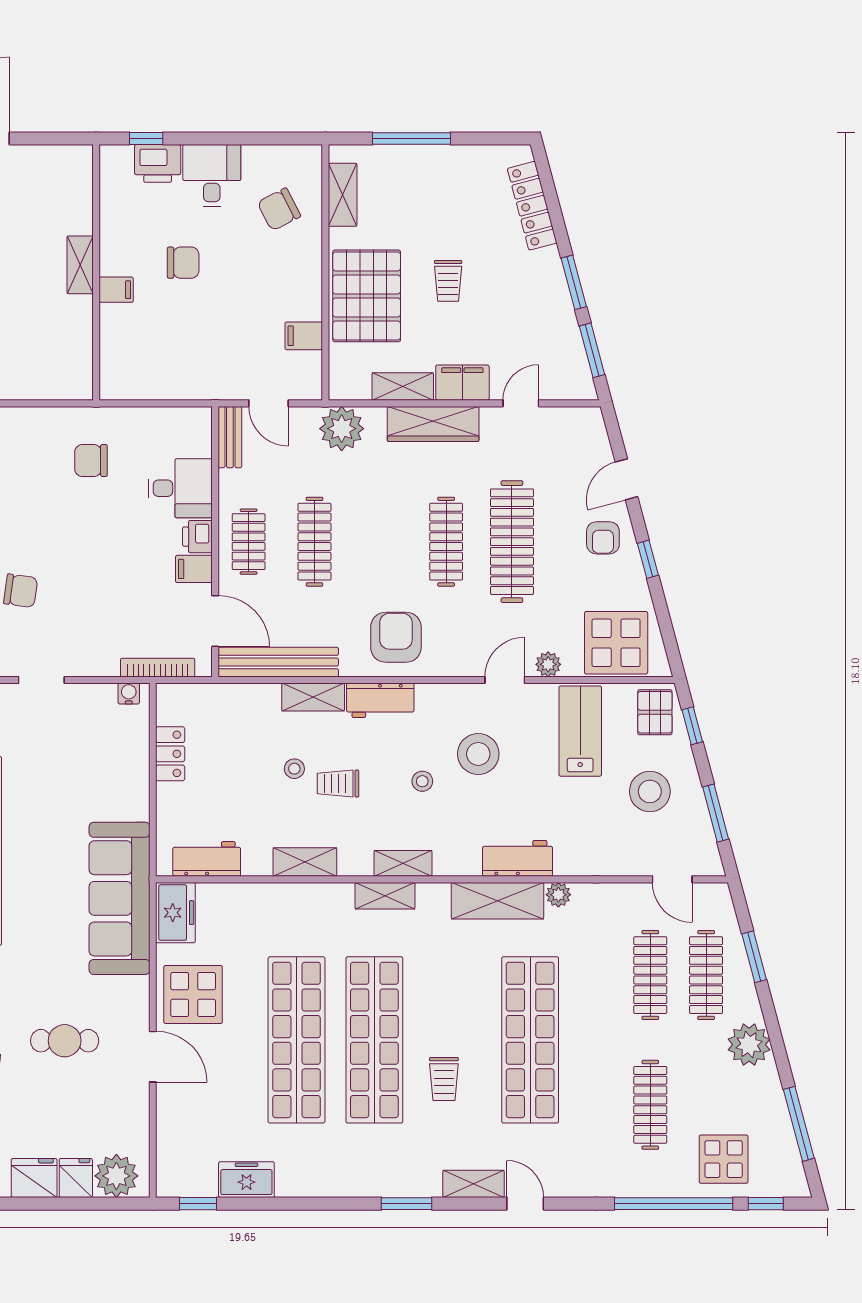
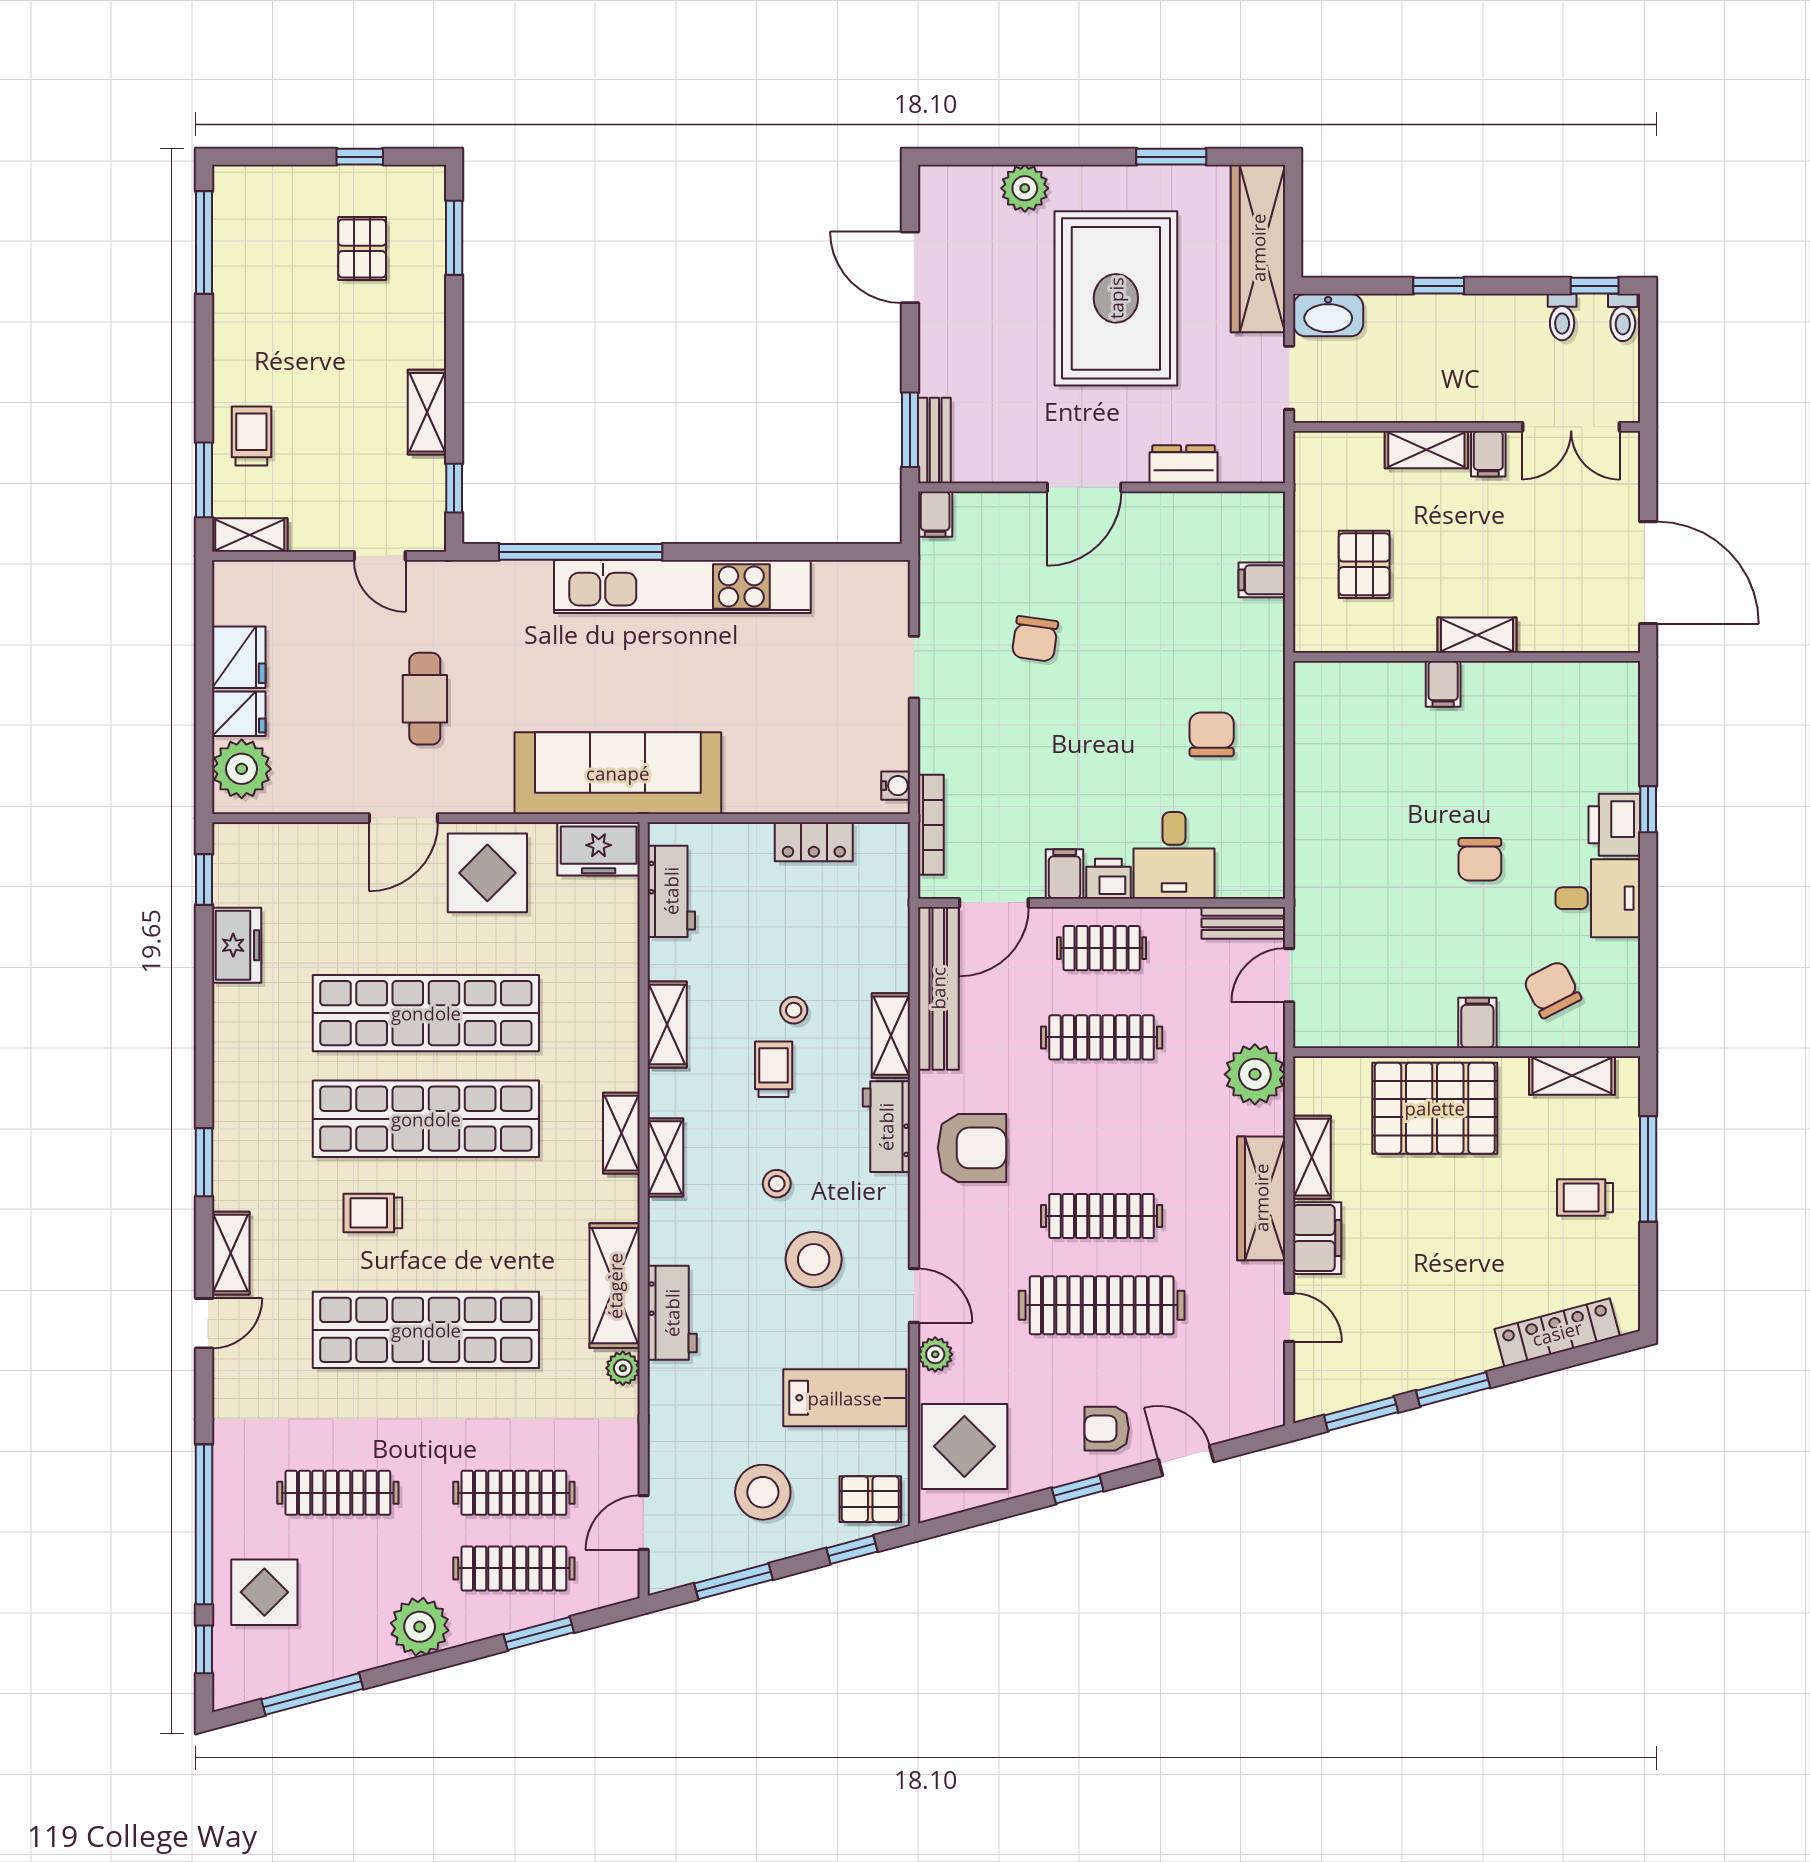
shelving: (80, 265) -> (1477, 635), moved
wall: (96, 272) -> (1467, 657), moved
trolley: (448, 281) -> (1585, 1198), moved
filing cabinet: (116, 290) -> (1443, 684), moved
filing cabinet: (304, 336) -> (1477, 1023), moved

